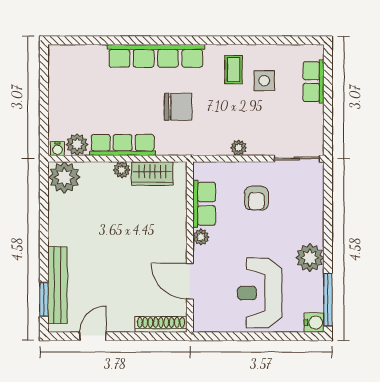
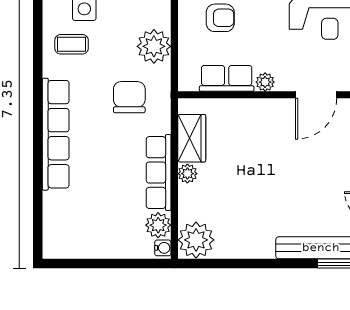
chair: (178, 107) -> (129, 97), moved
plant: (239, 148) -> (154, 46), width x1.88, depth x1.88

